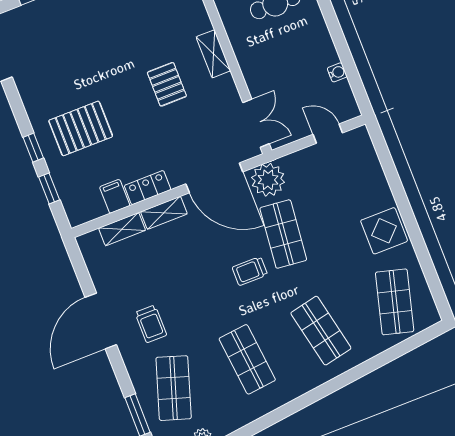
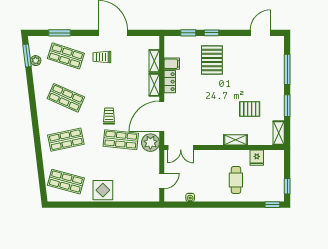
shelving: (213, 54) -> (235, 140), moved
pallet: (167, 84) -> (250, 109), moved
shop shelf: (247, 359) -> (66, 98), turned 30

